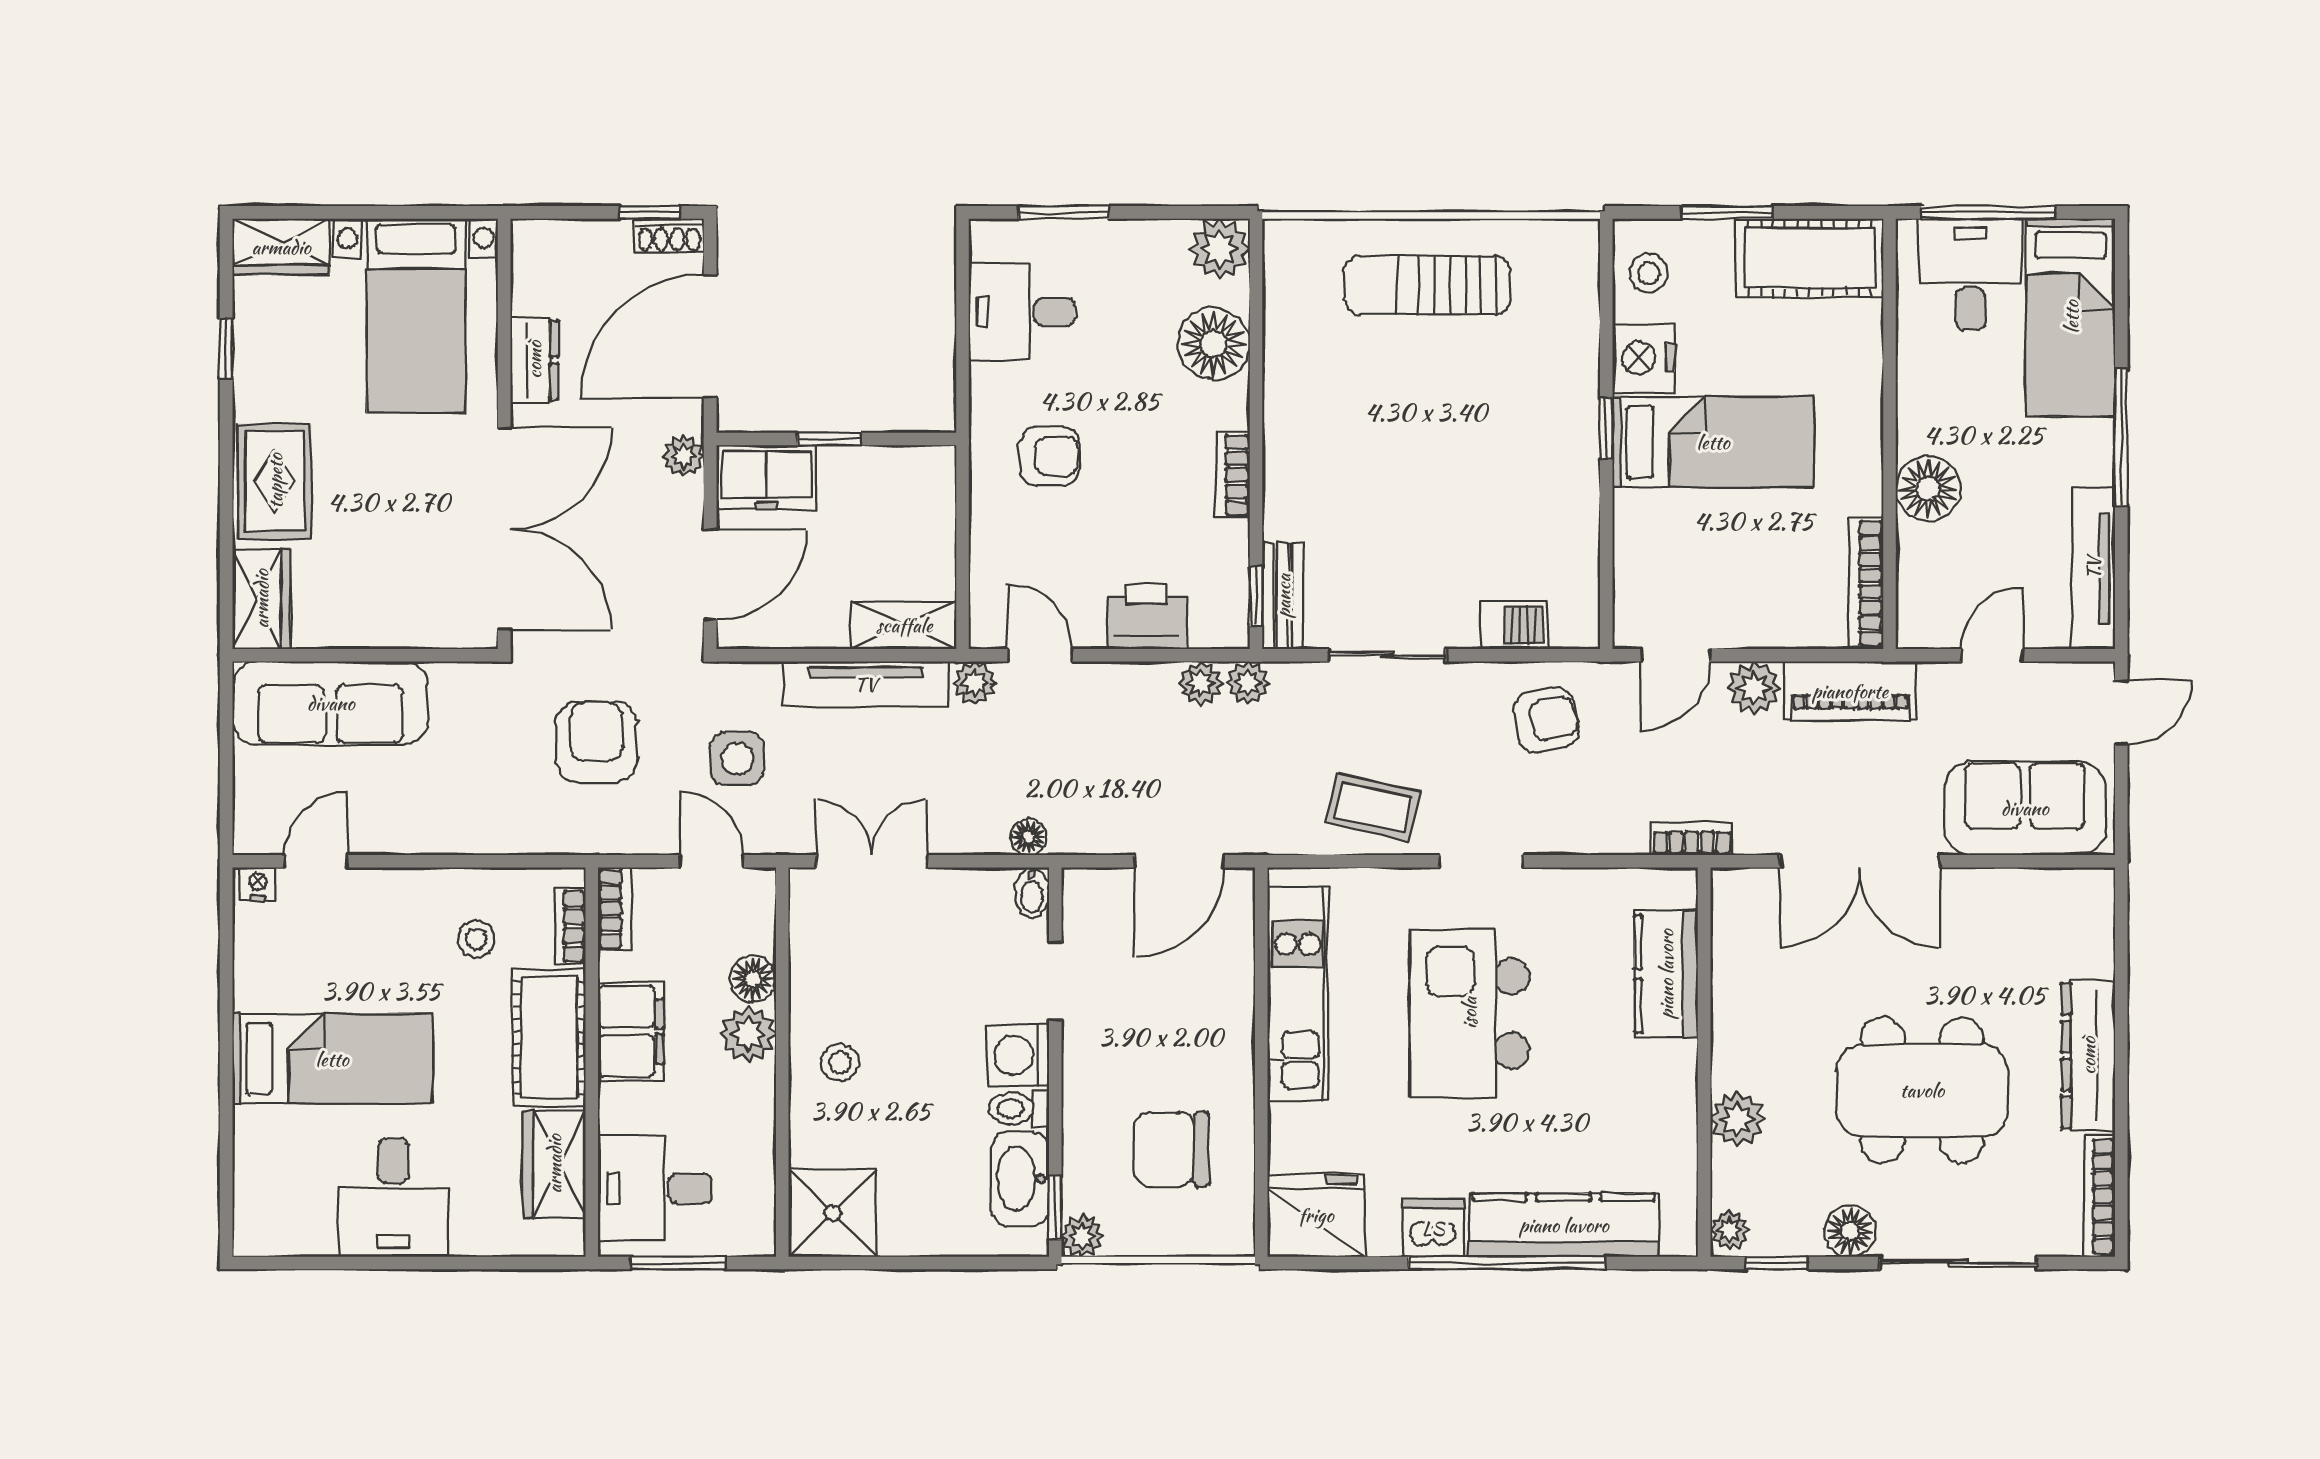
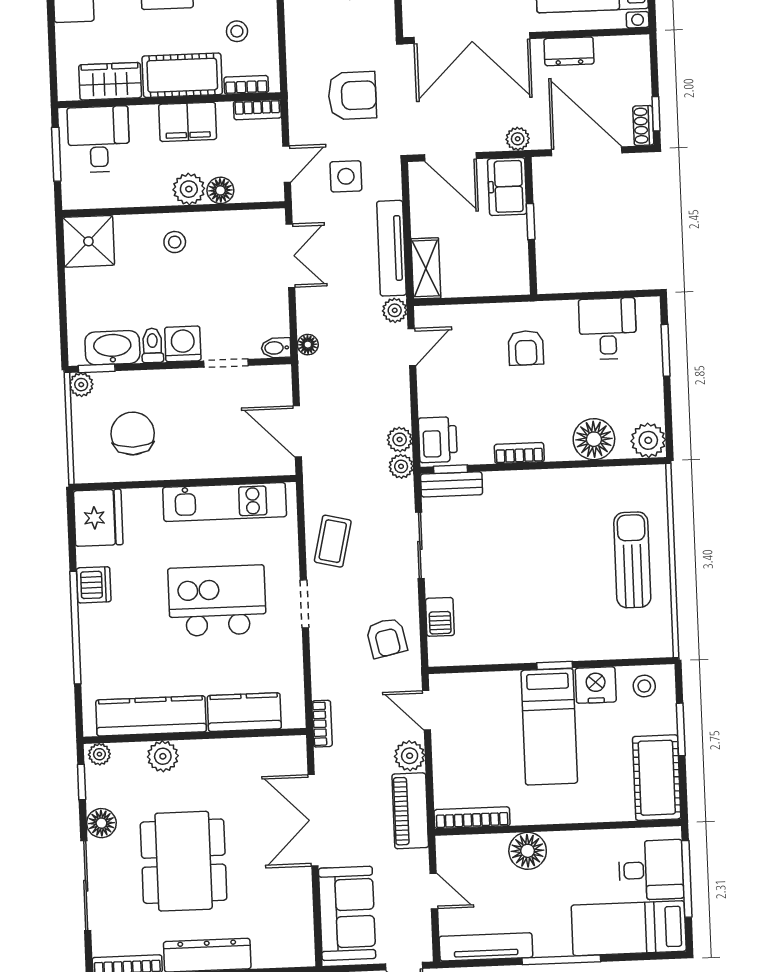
printer: (1147, 617) -> (438, 440), moved
kitchen counter: (1564, 1225) -> (151, 716), moved, turned -90

